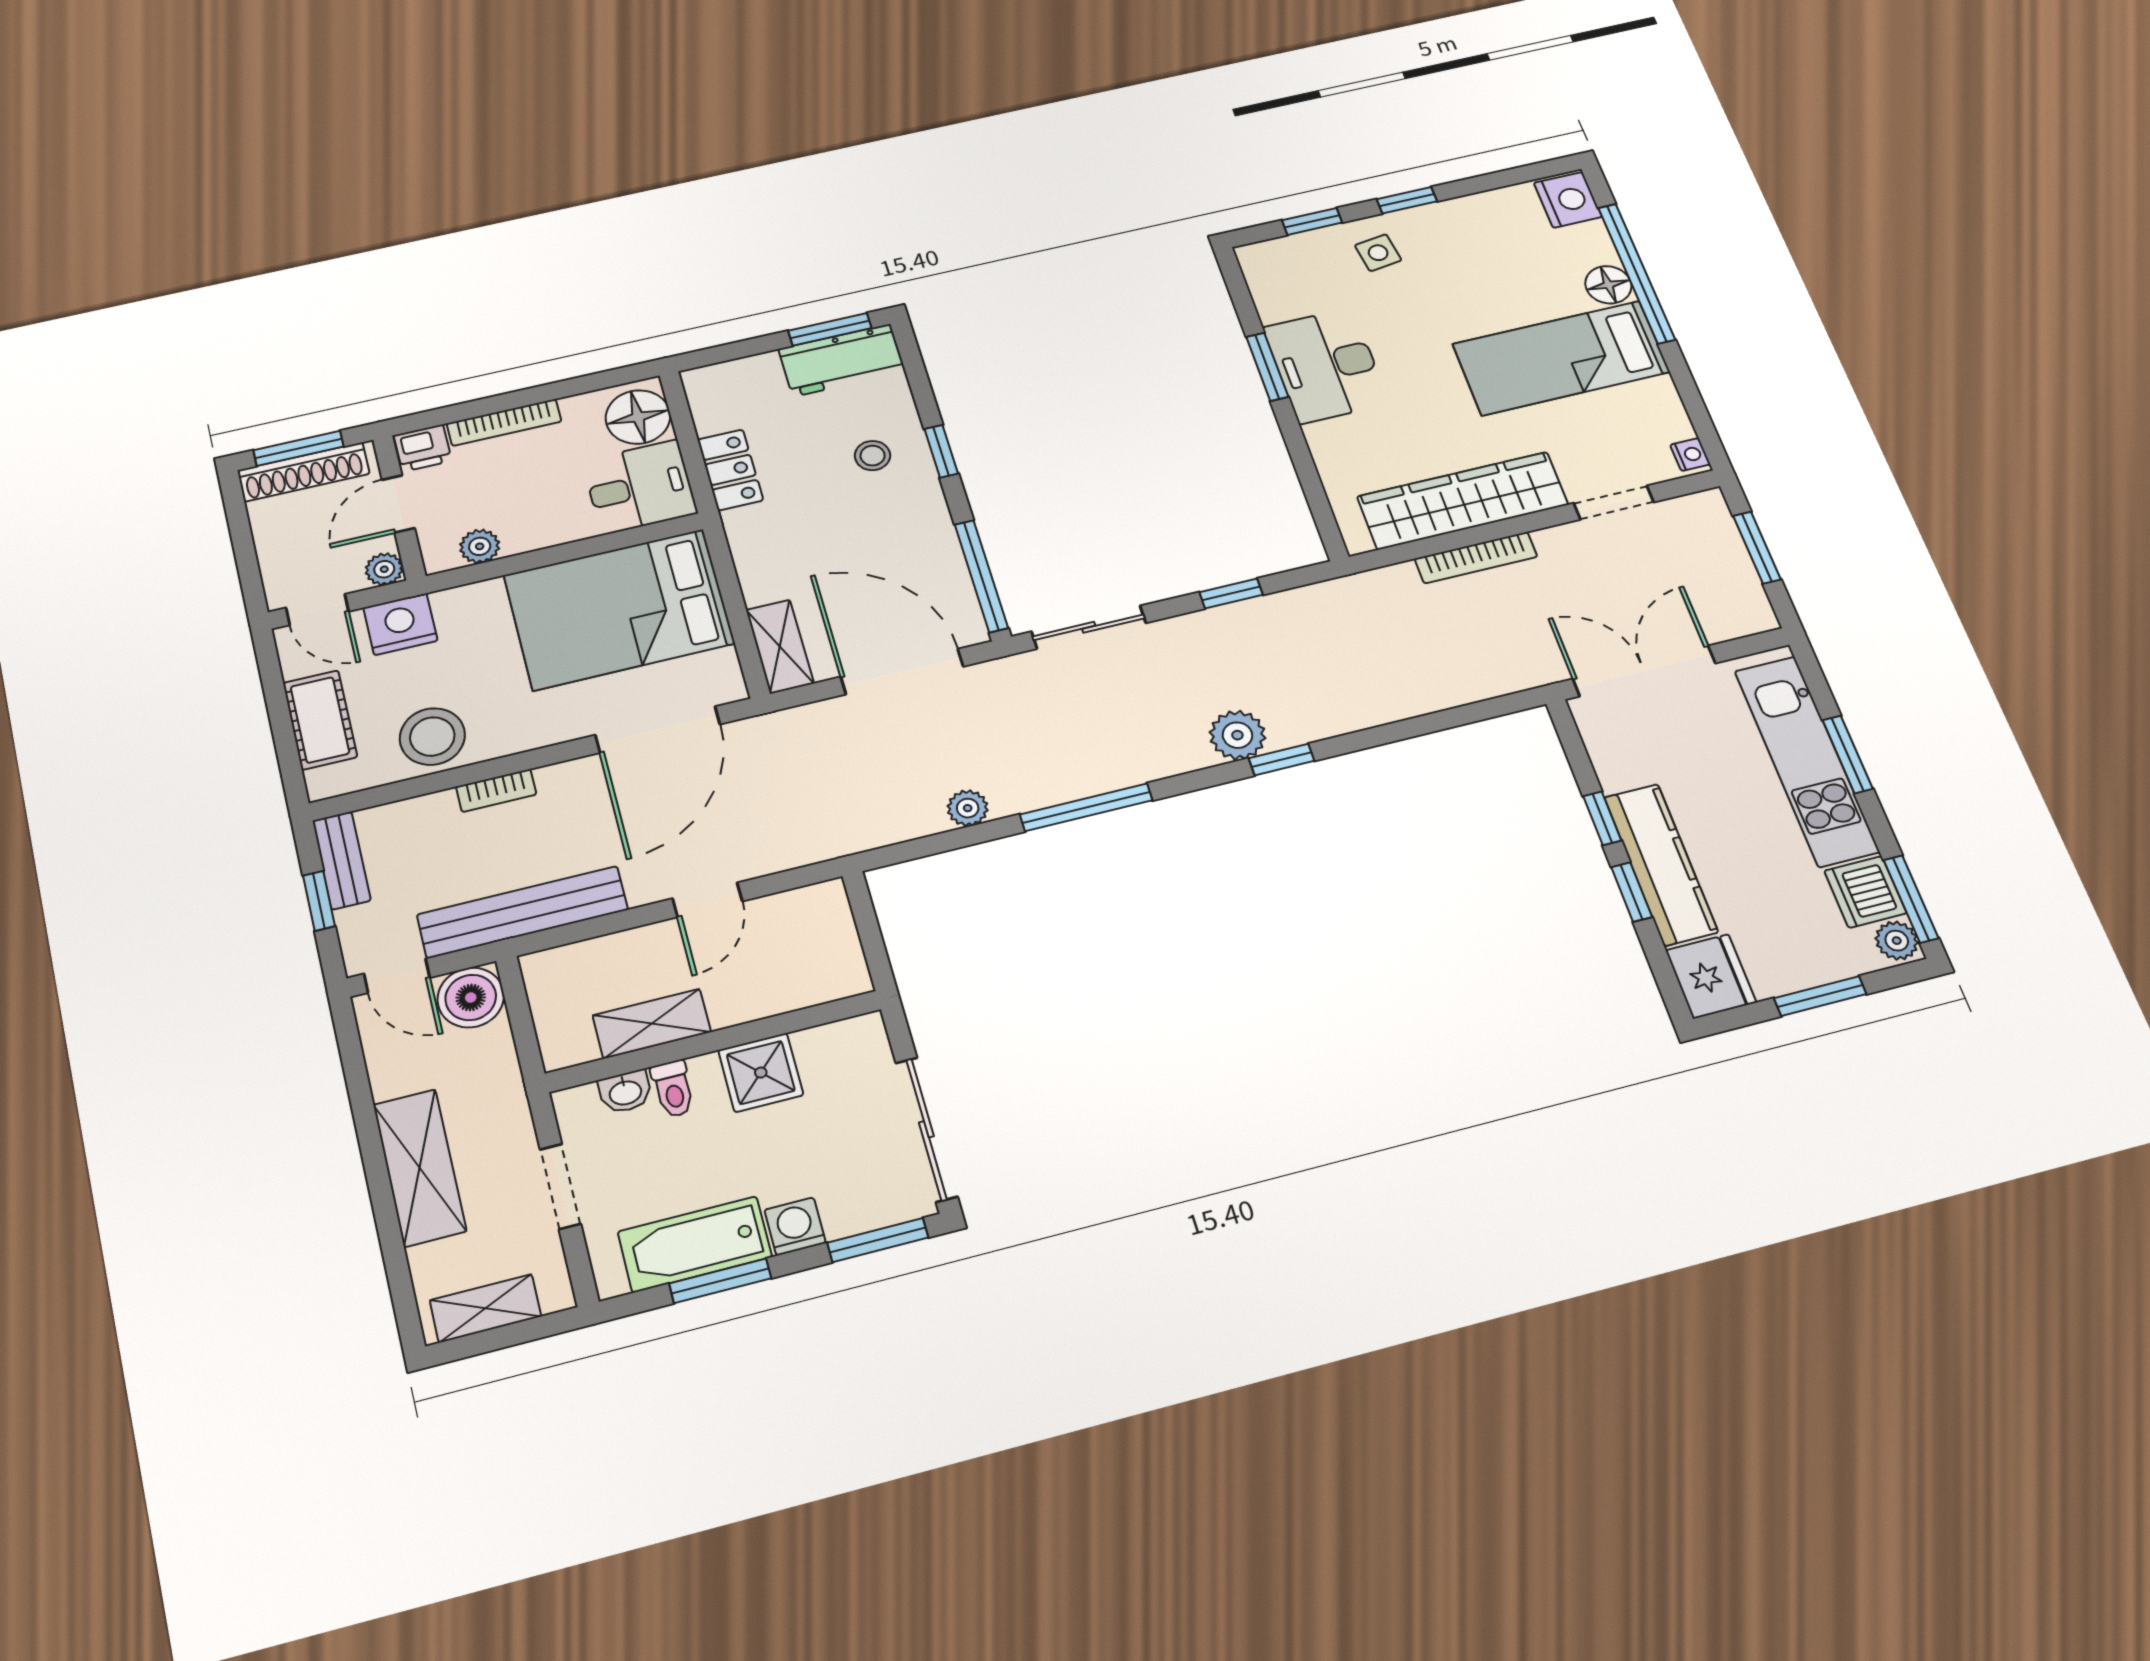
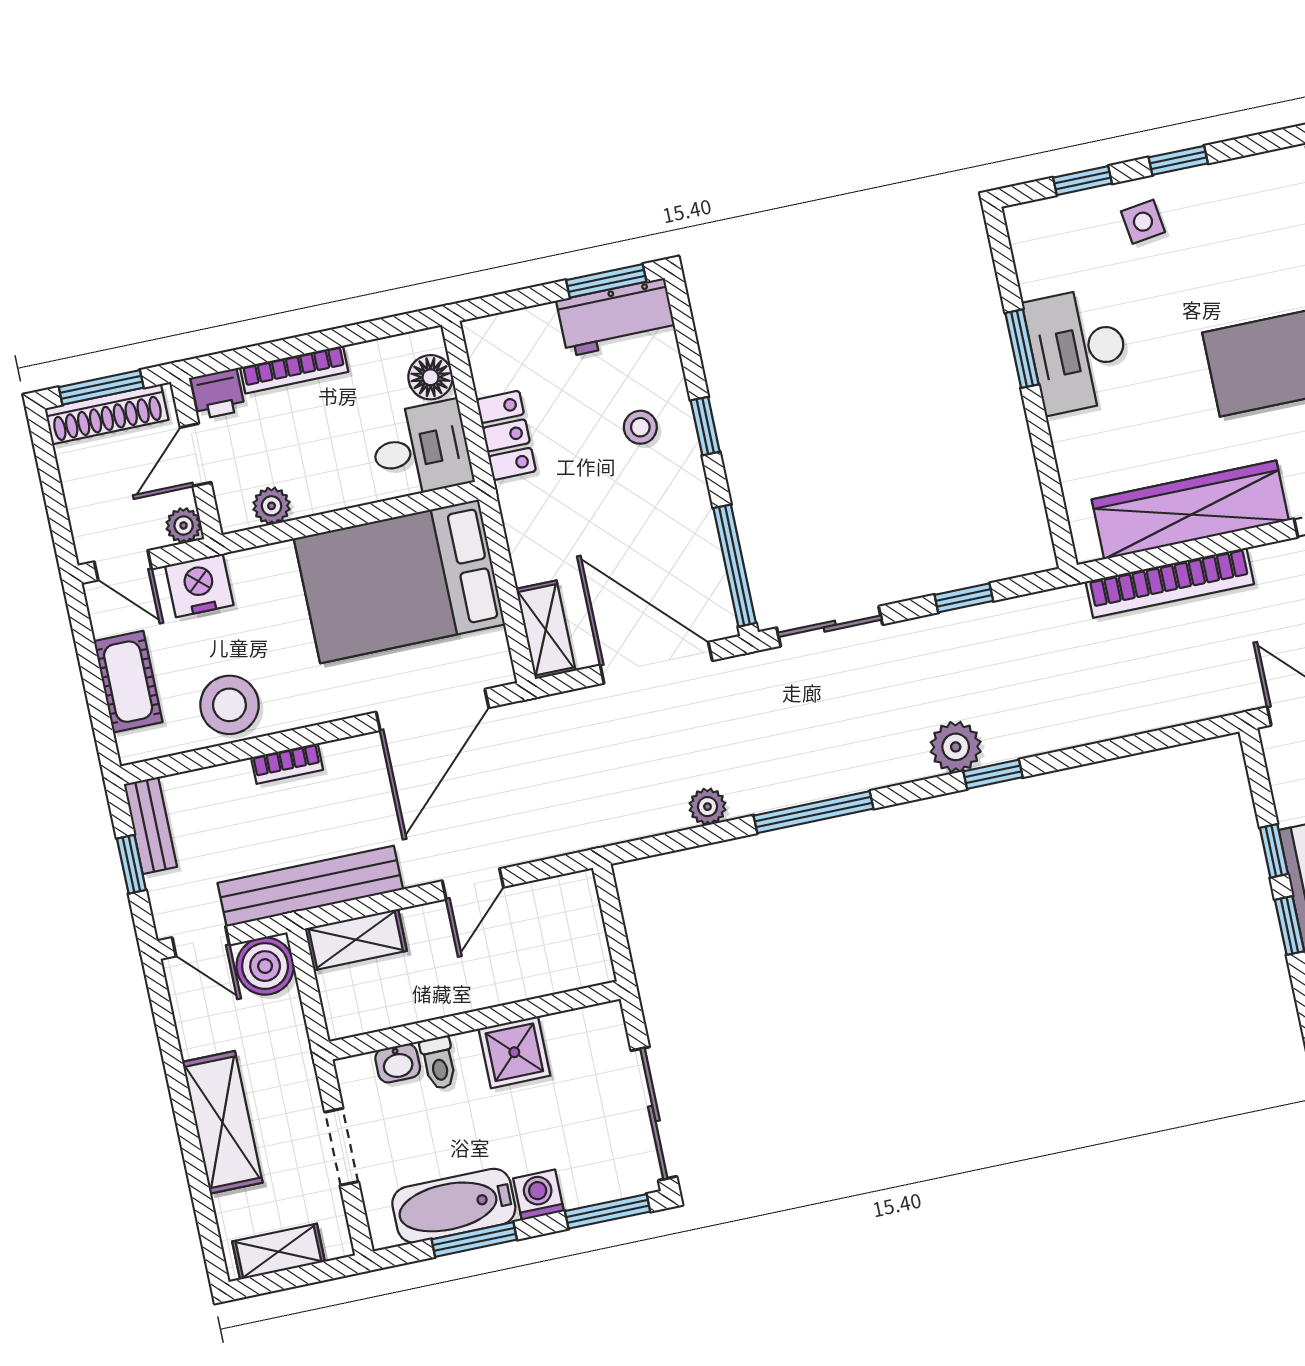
floor lamp: (638, 417) -> (430, 377), width x0.73, depth x0.73
bookcase: (1476, 558) -> (1170, 583), width x1.48, depth x1.31
shelving: (652, 1024) -> (356, 940), moved

